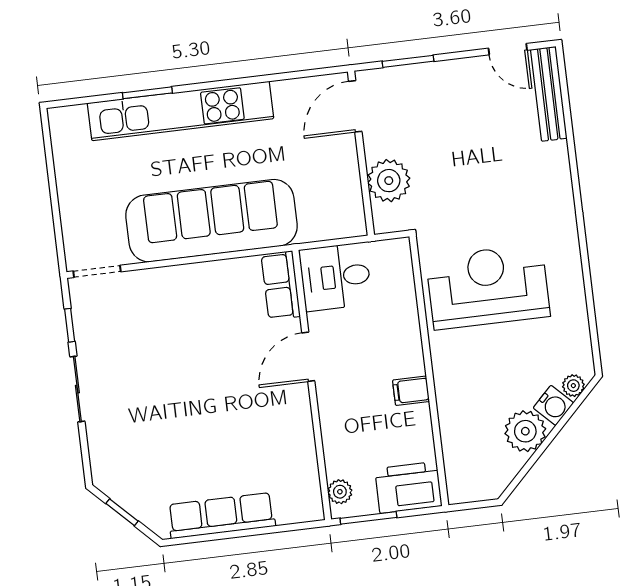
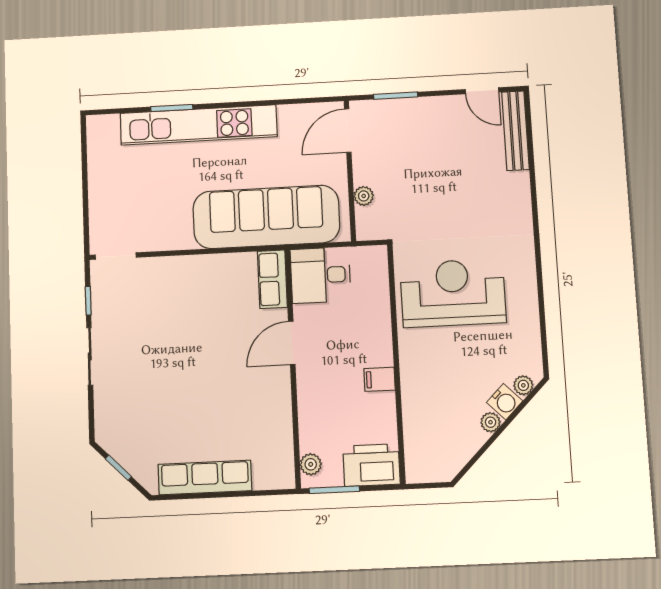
plant: (389, 181) -> (364, 196), width x0.53, depth x0.53
sofa: (212, 221) -> (266, 217), moved
plant: (525, 431) -> (491, 422), width x0.53, depth x0.53

